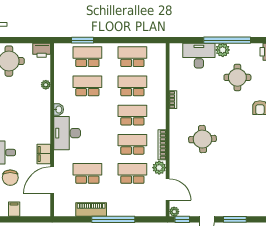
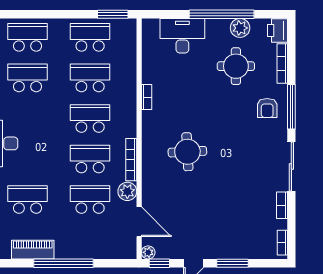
window: (82, 40) -> (113, 14), moved
plant: (223, 50) -> (240, 28), moved

